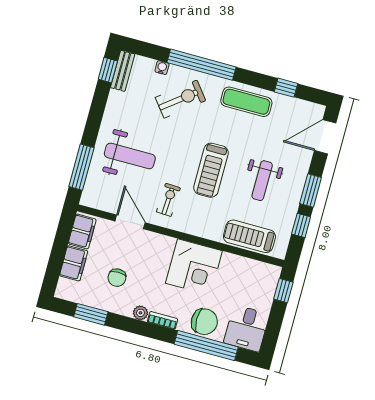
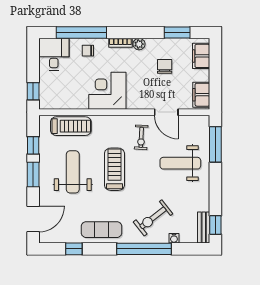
weight bench: (262, 181) -> (73, 172), width x1.36, depth x1.33
filing cabinet: (74, 263) -> (201, 56), moved
chair: (204, 322) -> (88, 51), width x0.54, depth x0.54

